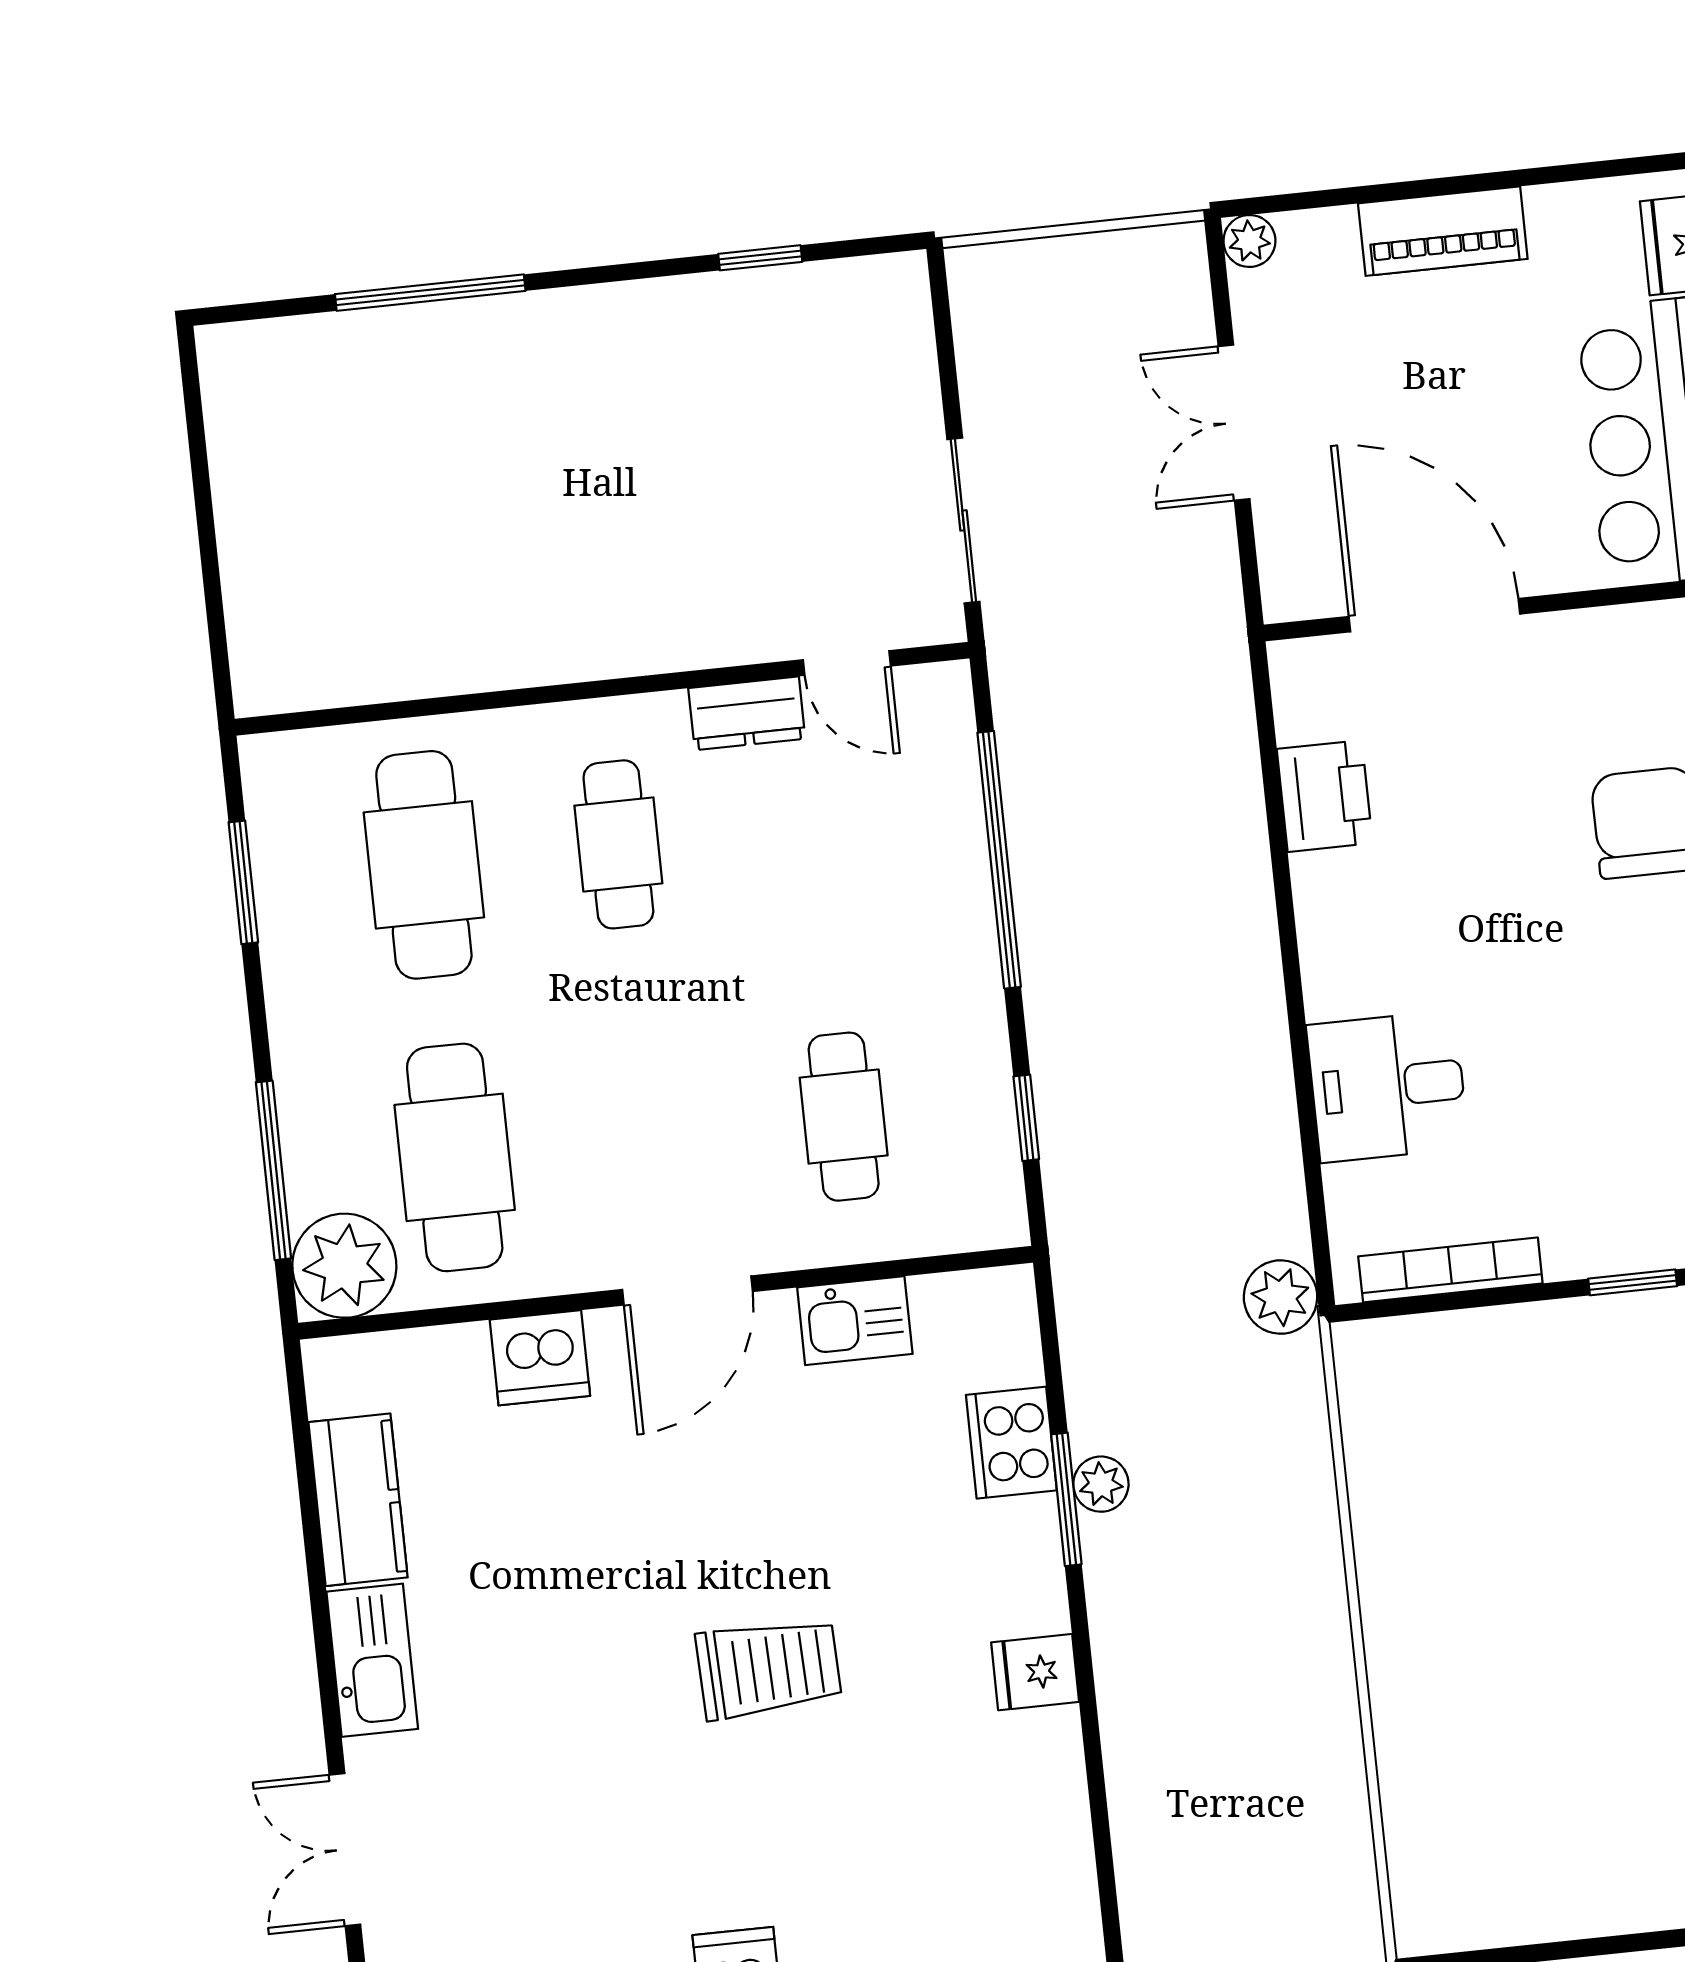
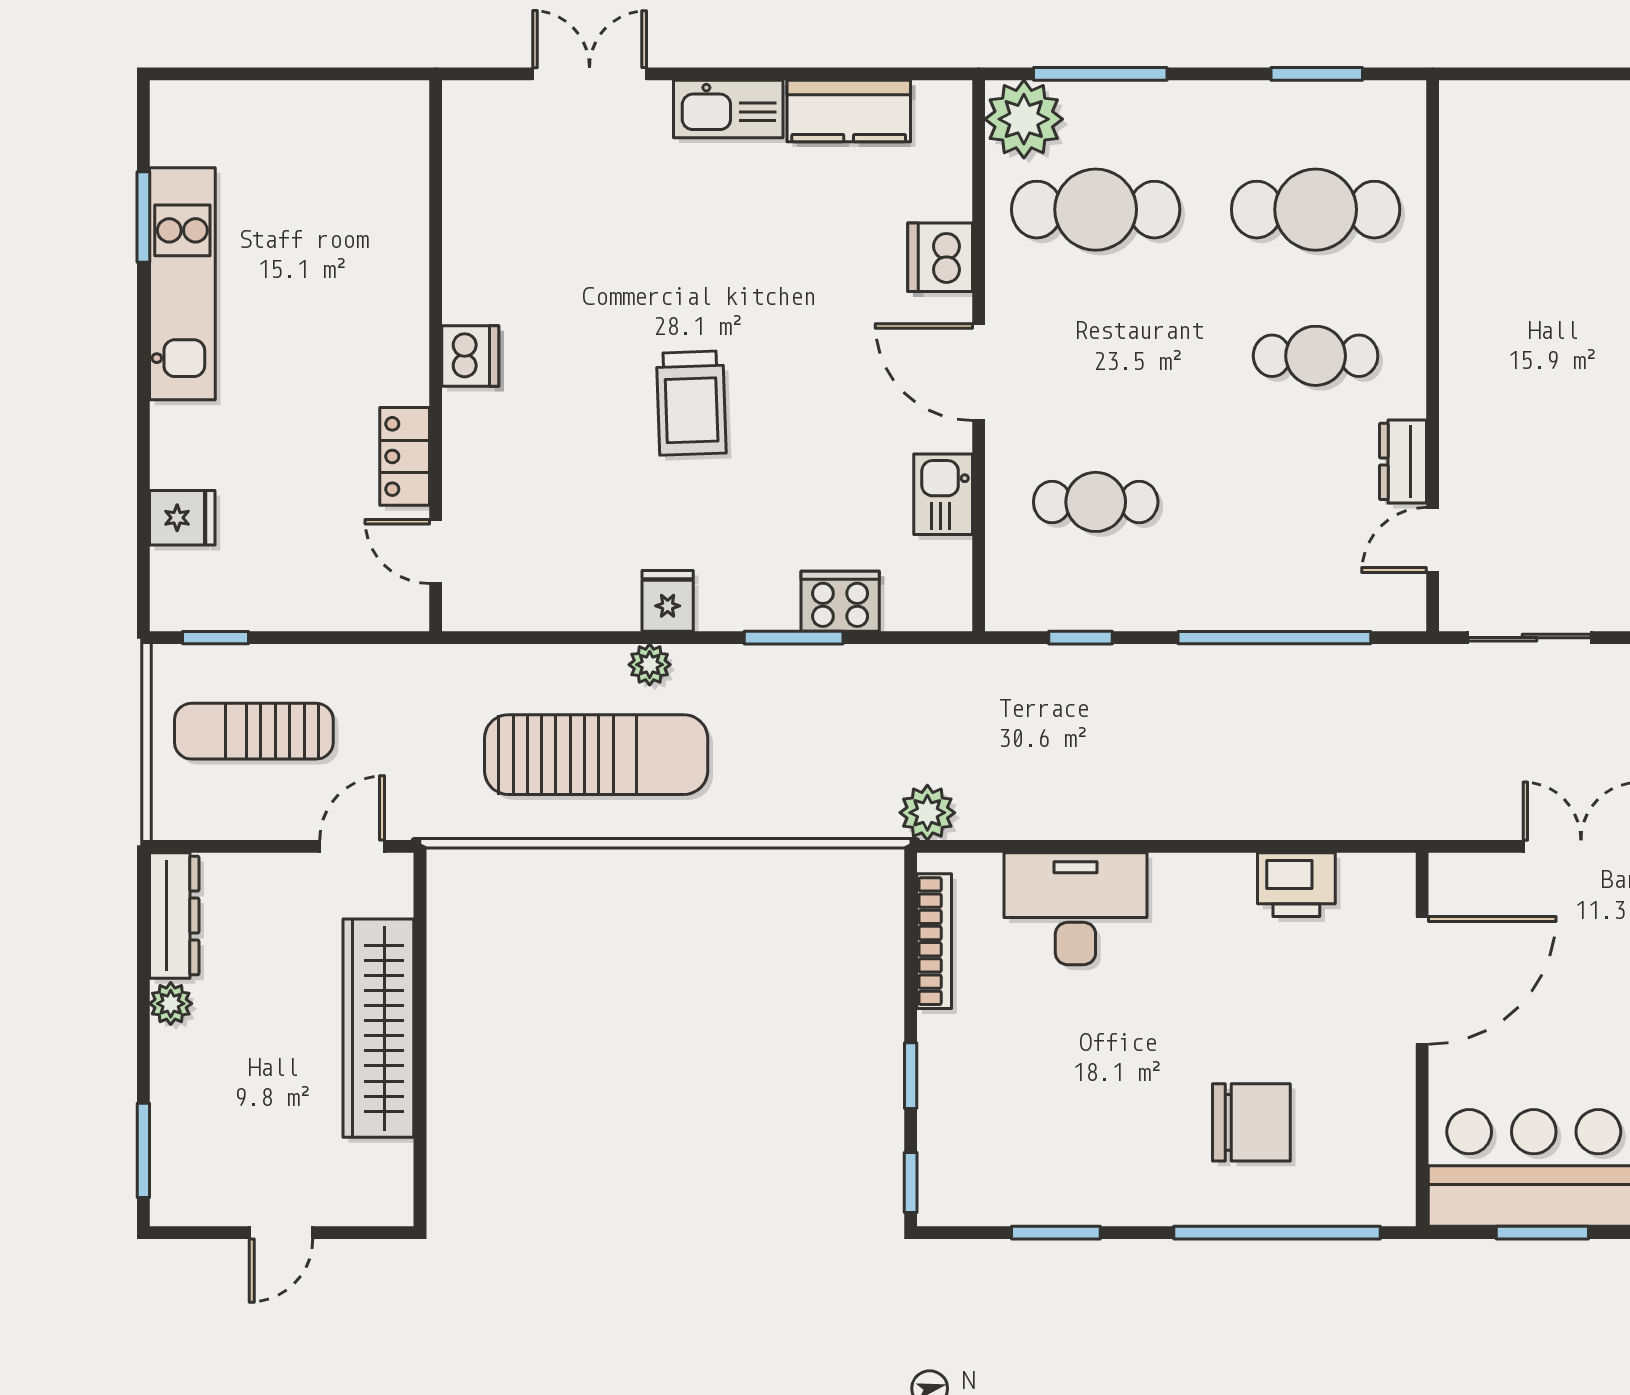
desk: (1388, 1087) -> (1075, 909), width x1.37
plant: (1101, 1484) -> (650, 665), moved
sun lounger: (1250, 1746) -> (596, 755), added

